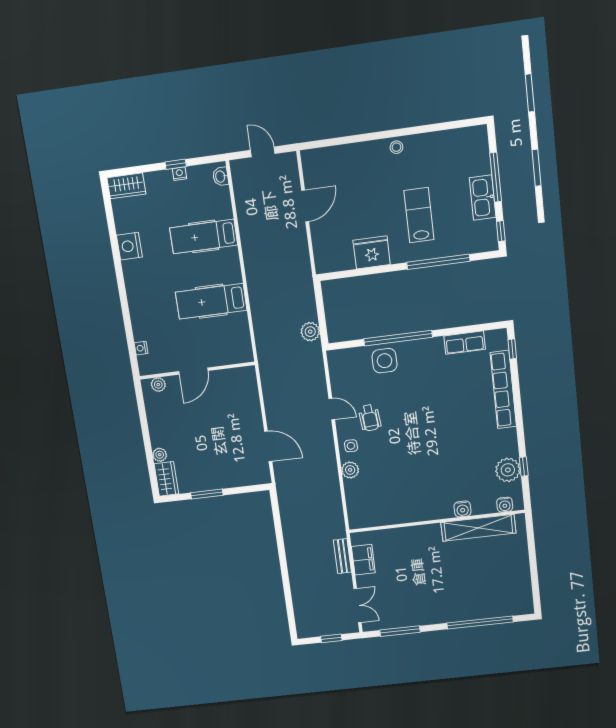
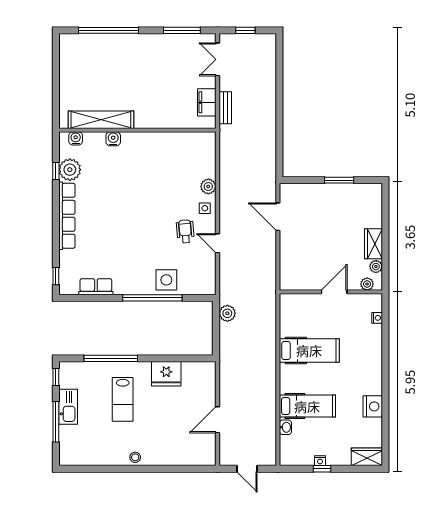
washbasin: (221, 176) -> (285, 427), moved
row of seats: (503, 390) -> (67, 216), moved
plant: (160, 455) -> (376, 267), moved
wardrobe: (166, 479) -> (373, 244), moved

